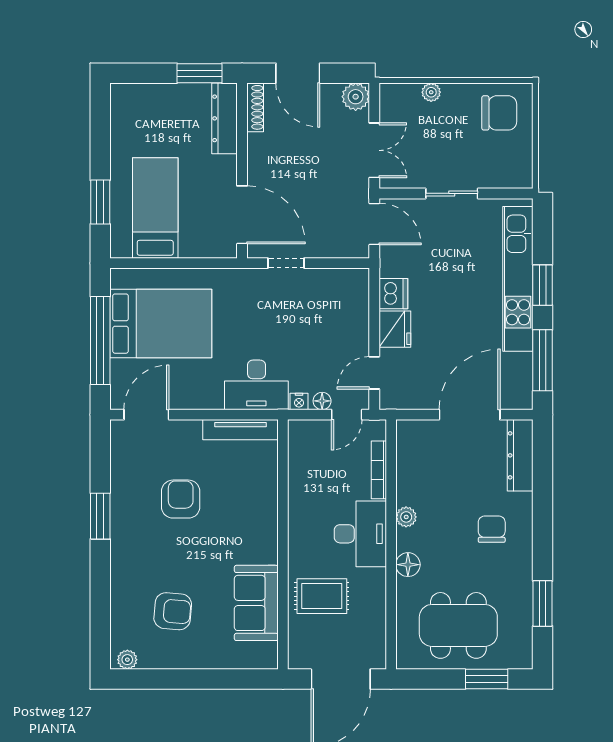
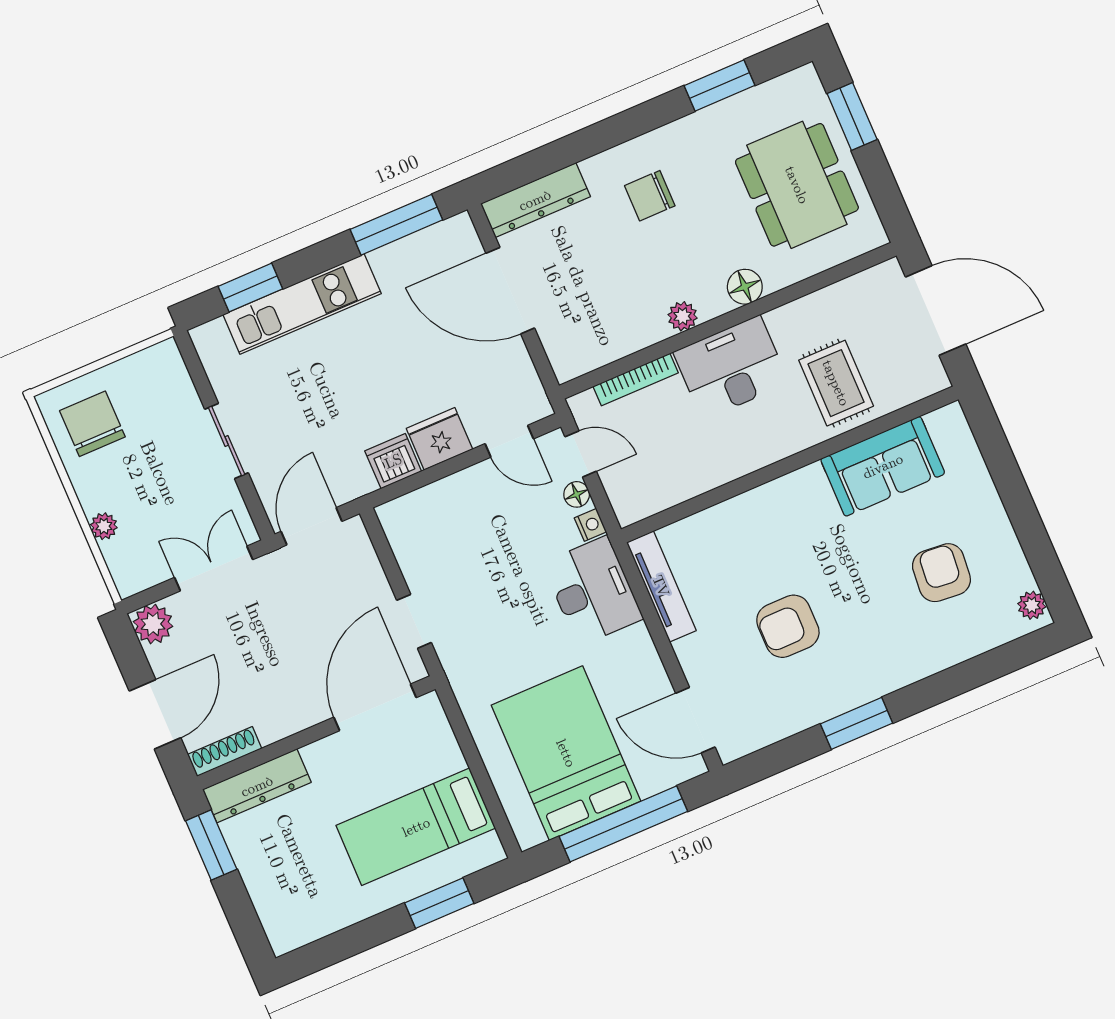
kitchen unit: (518, 279) -> (302, 304), width x0.73
window: (543, 285) -> (250, 288), moved

